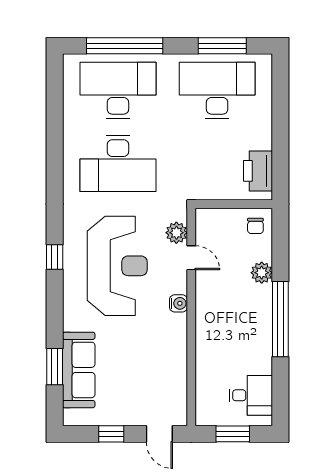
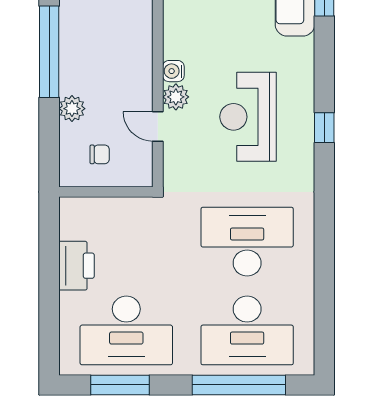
printer: (258, 171) -> (76, 266), moved
chair: (255, 226) -> (100, 154), moved, turned 90
plant: (176, 233) -> (176, 97), moved
reception desk: (117, 266) -> (248, 117), width x0.74, depth x0.77

